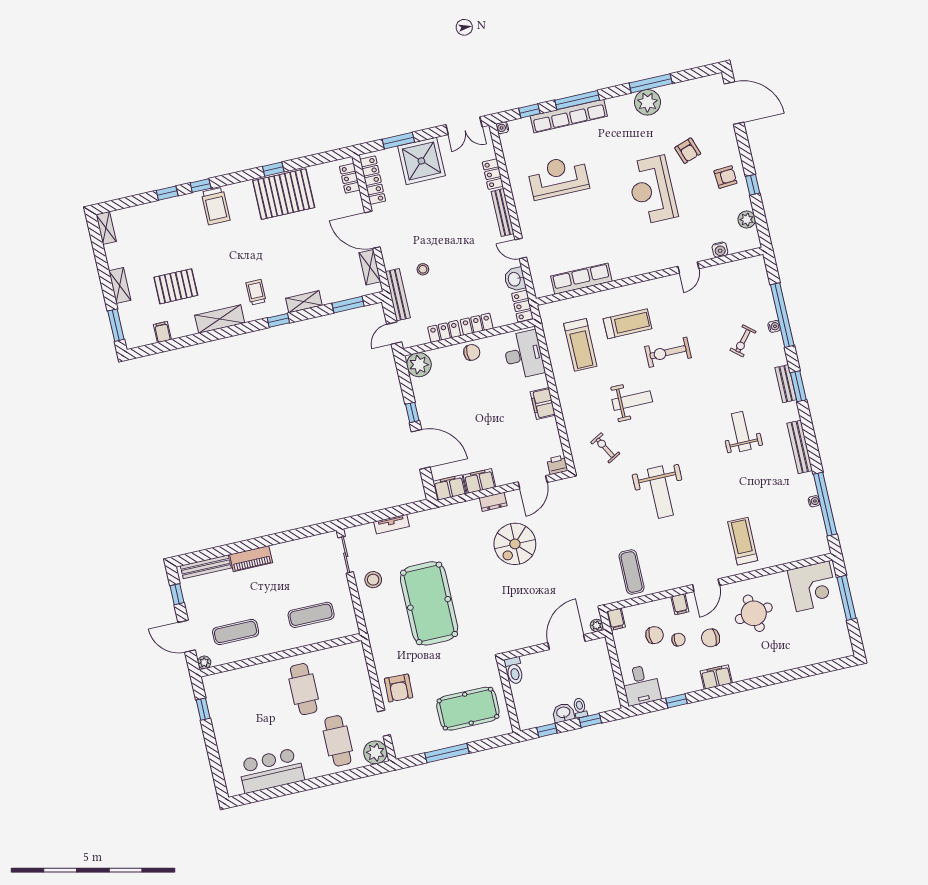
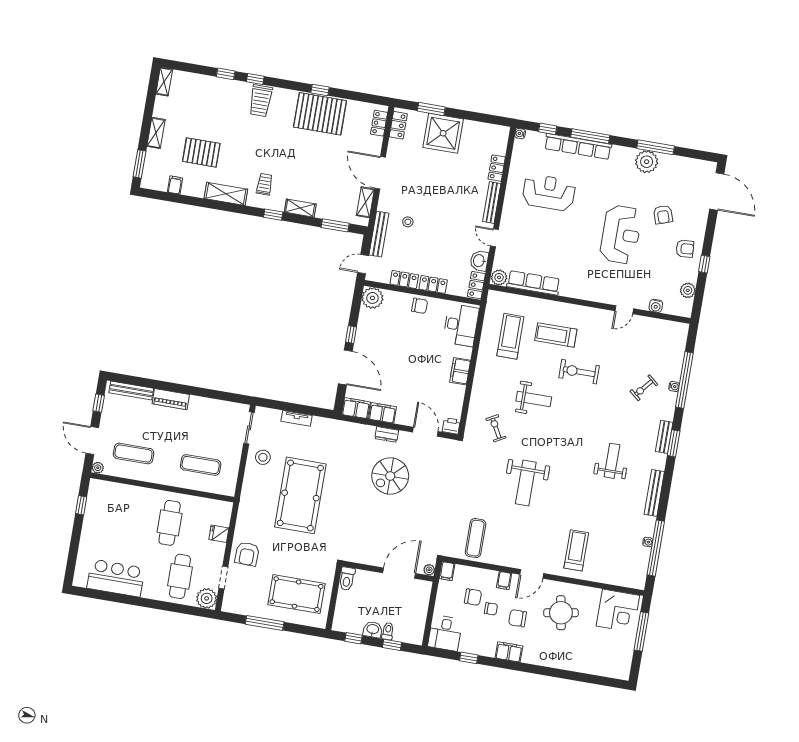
double door: (464, 126) -> (490, 119), removed
locker: (373, 180) -> (398, 125), width x0.66
reception desk: (652, 190) -> (621, 234), turned 180
plant: (543, 288) -> (499, 277), added
treadmill: (628, 324) -> (556, 335), turned 180
treadmill: (580, 345) -> (510, 336), turned 180
door: (533, 482) -> (425, 432), swing flipped
fridge: (360, 679) -> (219, 534), added

